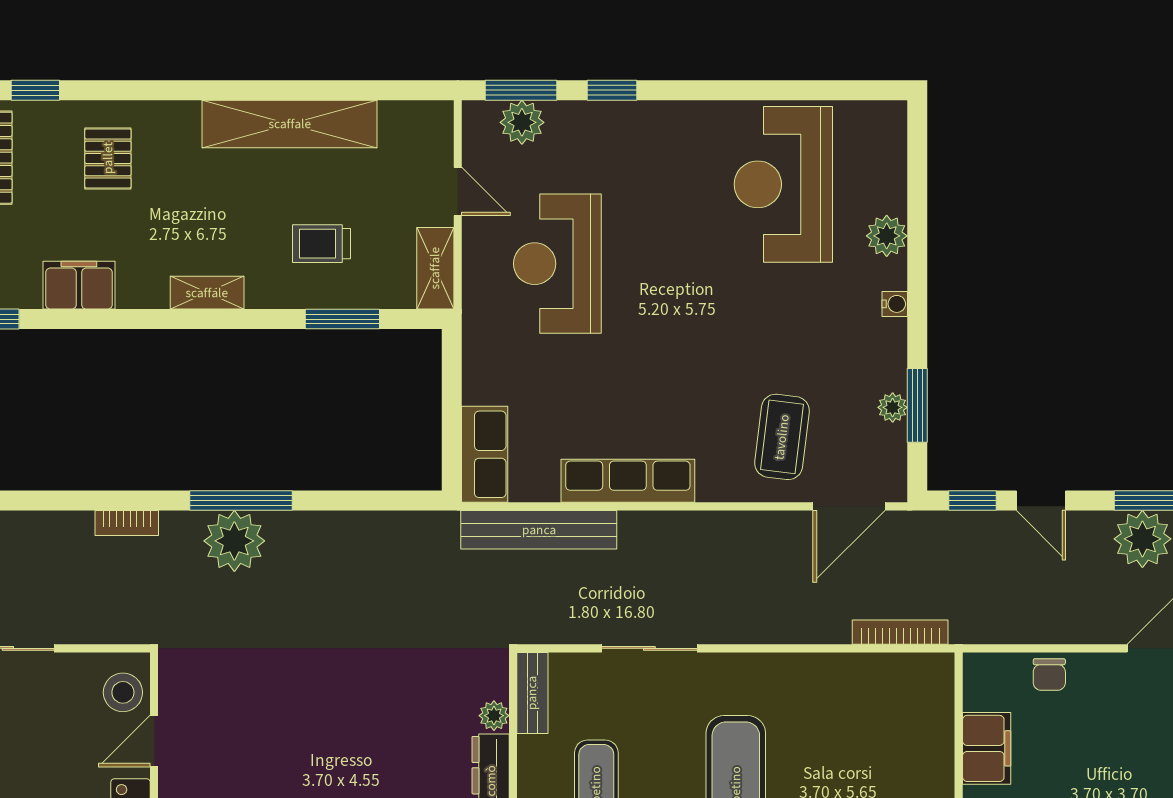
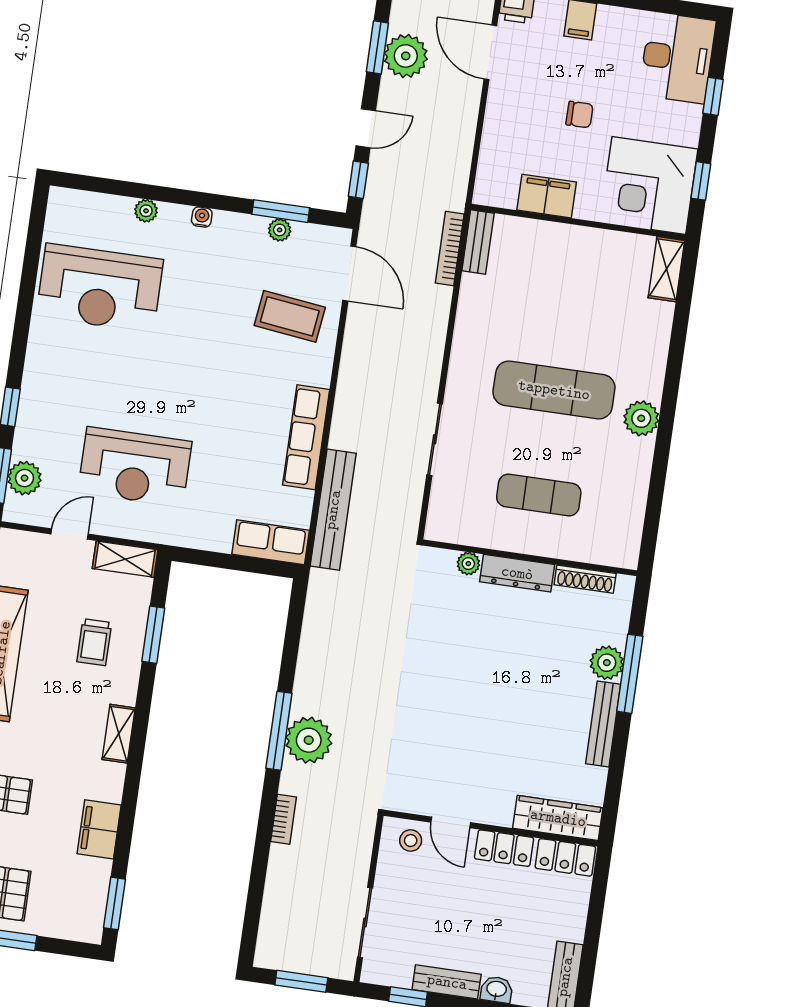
plant: (887, 236) -> (146, 211), width x0.73, depth x0.73
chair: (1049, 674) -> (579, 115), moved
stool: (123, 692) -> (411, 841), width x0.73, depth x0.73
bench: (532, 693) -> (478, 242), moved, turned 90

